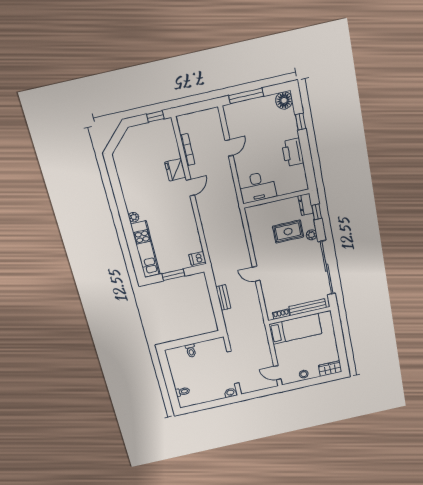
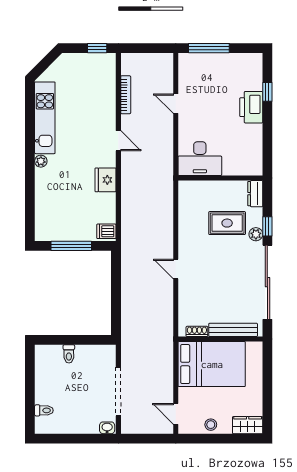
floor lamp: (284, 100) -> (253, 63), removed
door: (229, 148) -> (176, 104), swing flipped
printer: (293, 152) -> (251, 107), moved
fridge: (175, 170) -> (106, 180), moved
door: (190, 188) -> (118, 141), hinge flipped
window: (317, 212) -> (267, 226), moved
kitchen unit: (145, 249) -> (45, 118), moved
window: (173, 275) -> (71, 246), width x1.44
bench: (223, 297) -> (127, 291), removed
bed: (295, 329) -> (212, 364), width x1.50

